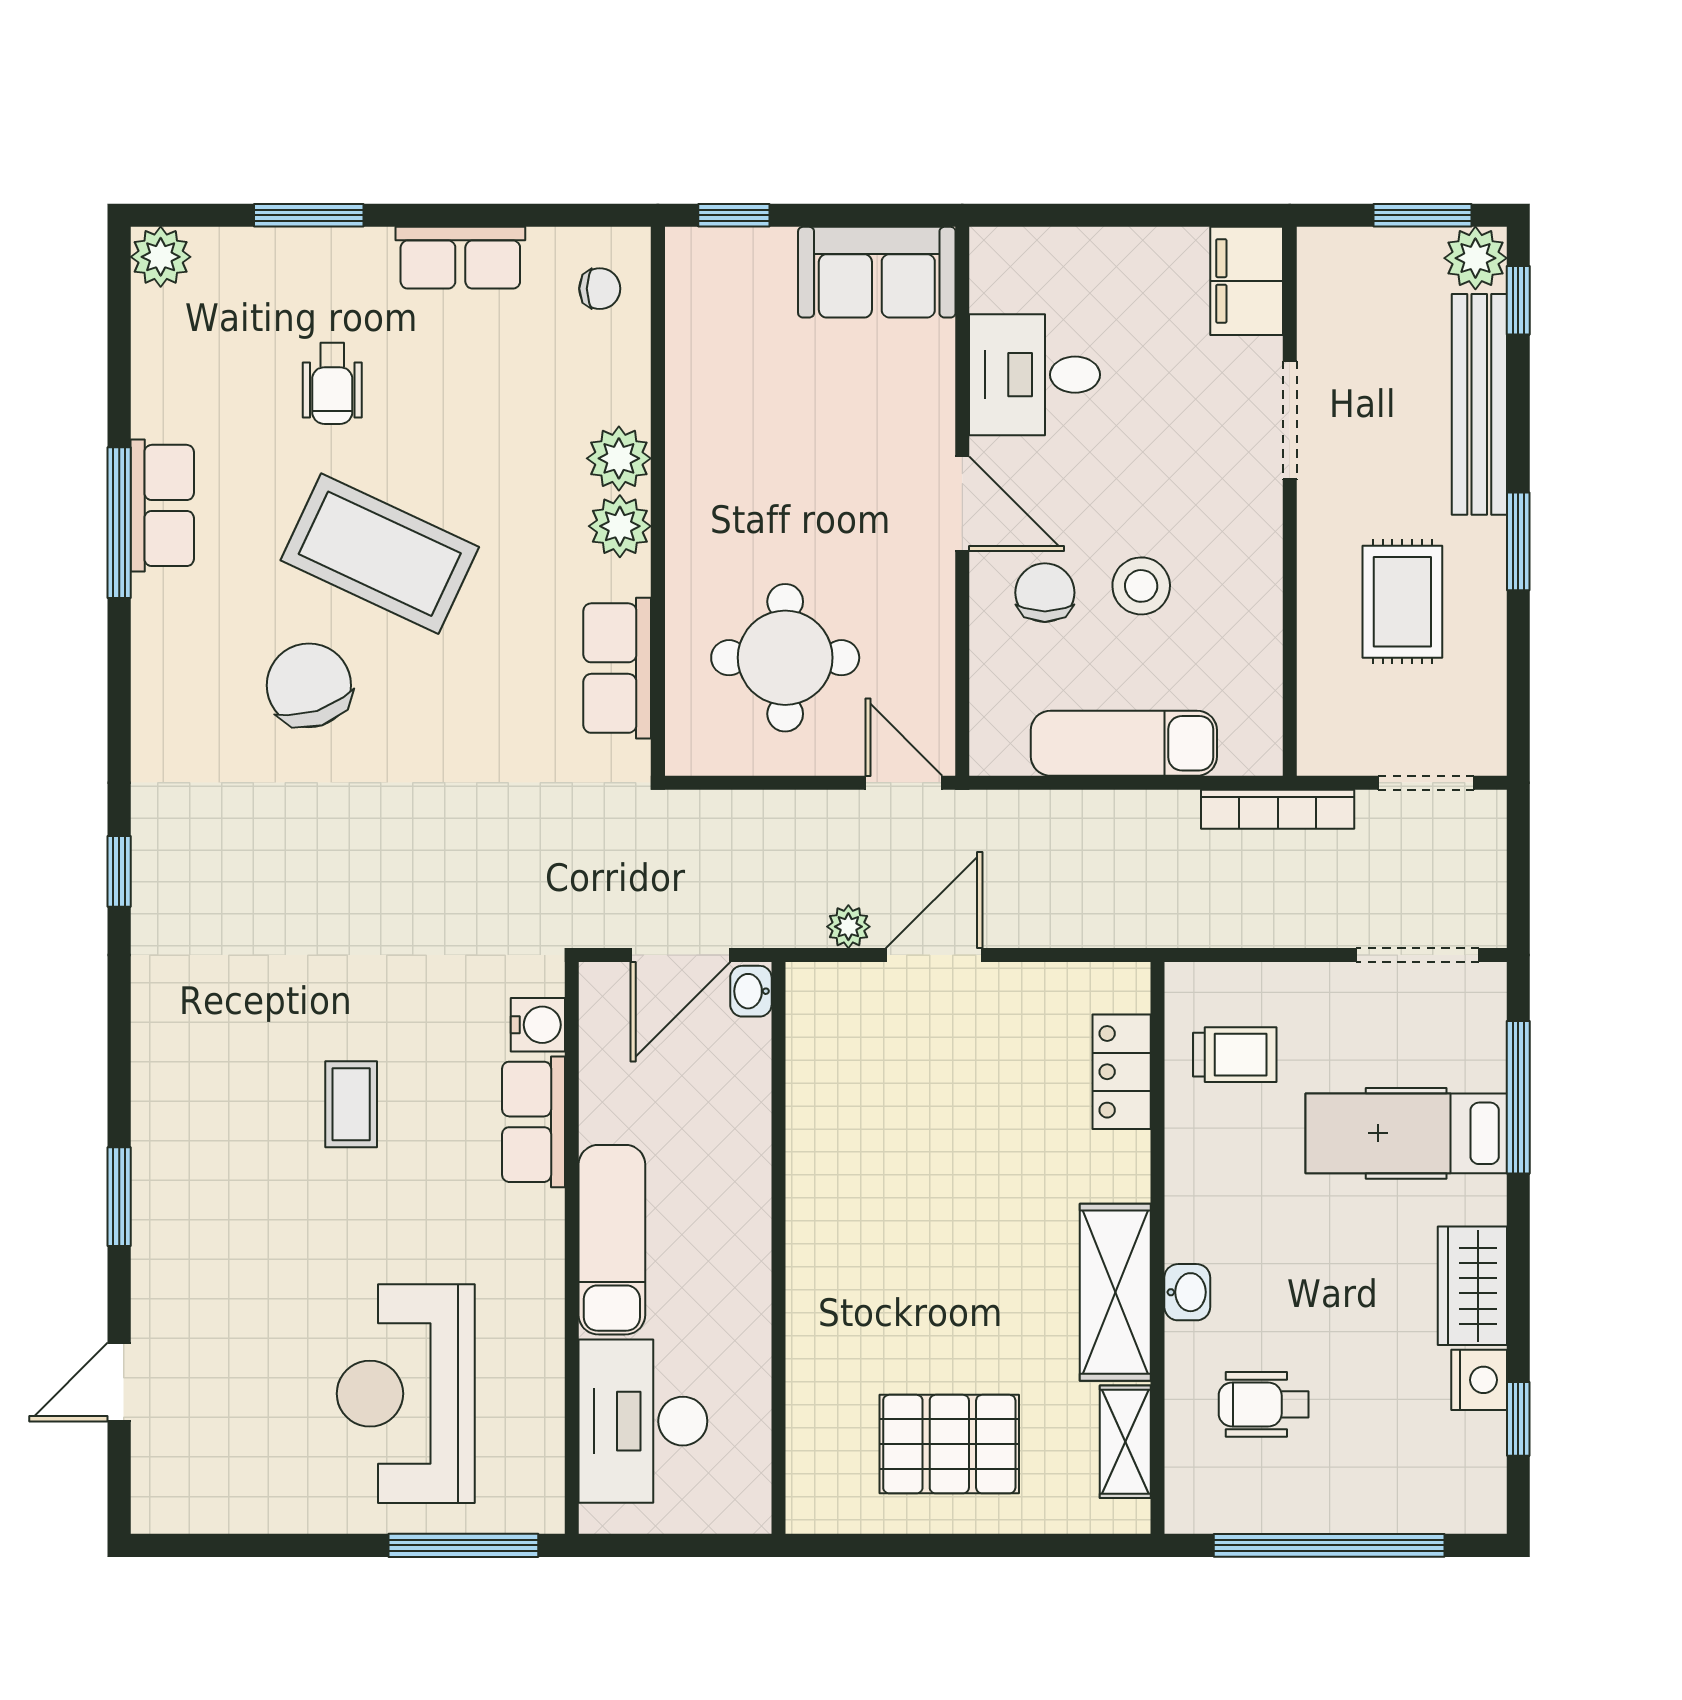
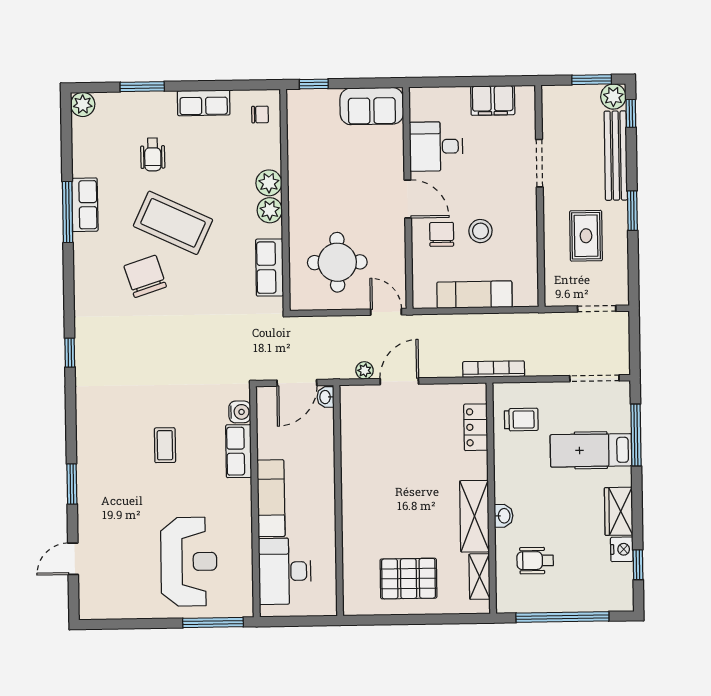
filing cabinet: (1247, 281) -> (493, 100), moved, turned -90
bookcase: (1278, 809) -> (494, 369), moved, turned 180
reception desk: (406, 1394) -> (189, 562), turned 180

